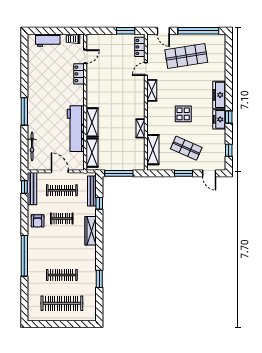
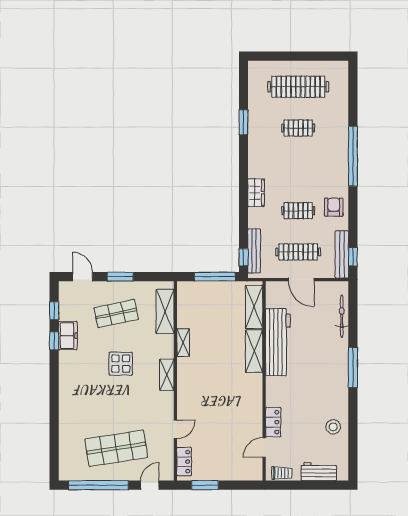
door: (163, 31) -> (150, 485), hinge flipped
stool: (38, 71) -> (333, 427), added
shelving: (152, 90) -> (167, 375), moved
freezer: (219, 95) -> (68, 391), removed
window: (229, 117) -> (54, 341), moved
freezer: (219, 119) -> (68, 336), moved
shop shelf: (186, 148) -> (116, 314), turned -36
window: (99, 203) -> (243, 257), moved
wardrobe: (91, 231) -> (256, 193), width x0.67
clothes rail: (62, 275) -> (298, 128), width x0.73

